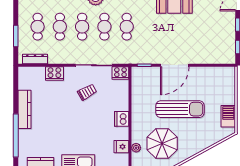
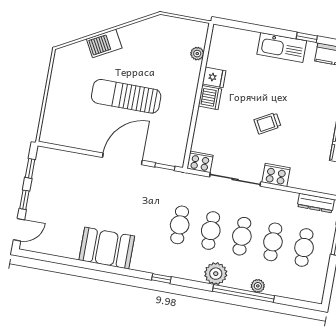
cooker: (54, 73) -> (276, 175), moved
trolley: (87, 92) -> (267, 123), moved
barbecue: (228, 116) -> (104, 43), moved, turned 61
parasol: (162, 144) -> (160, 53), removed
fridge: (121, 147) -> (214, 77), moved

